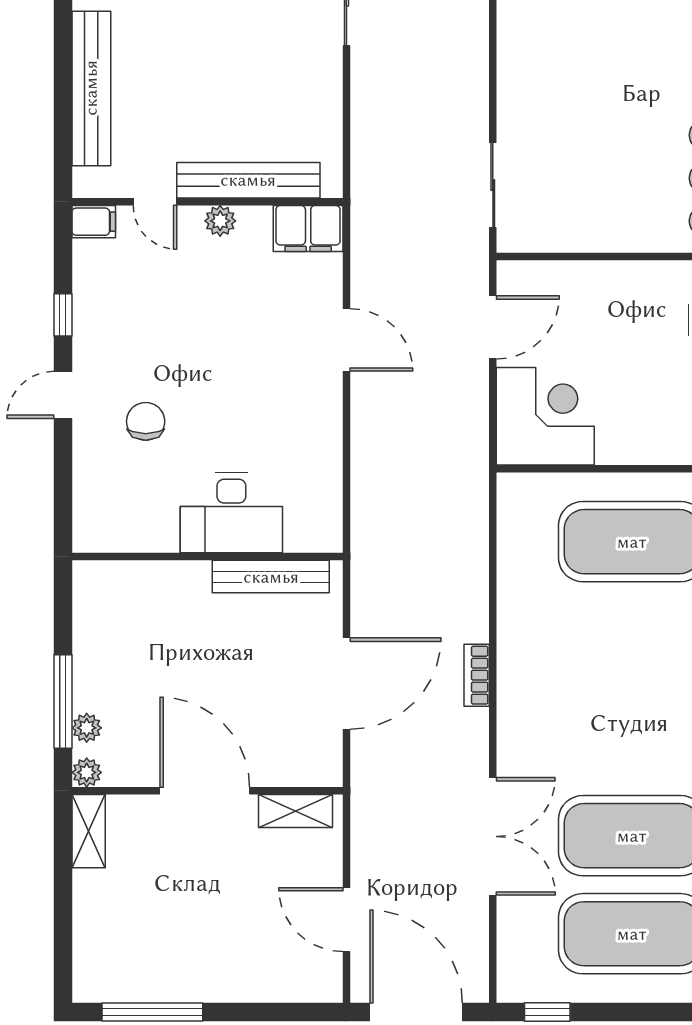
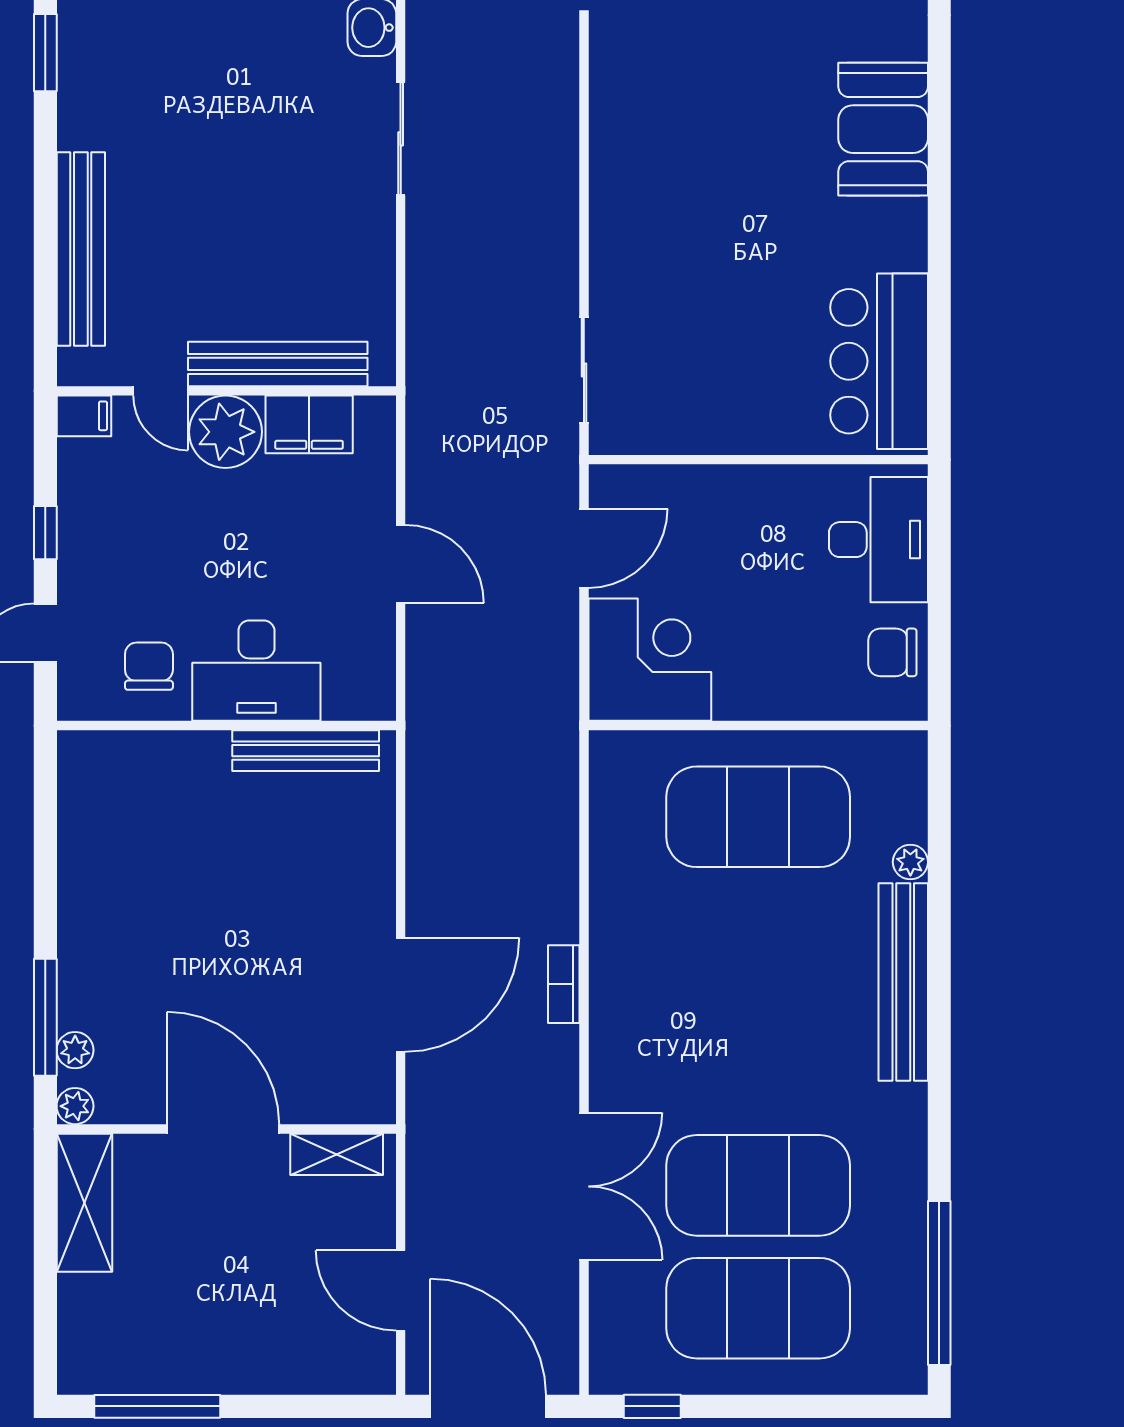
plant: (220, 221) -> (225, 432), width x1.88, depth x1.88
filing cabinet: (308, 229) -> (309, 424), moved
desk: (231, 513) -> (256, 671), moved
wall: (207, 557) -> (226, 726), moved
bench: (271, 577) -> (306, 751), moved
shelving: (89, 831) -> (84, 1203), width x1.50, depth x1.33

